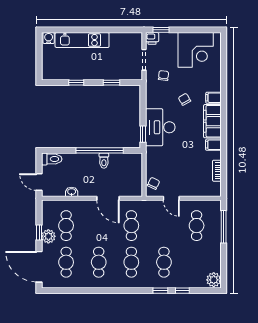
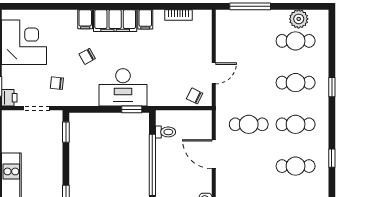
window: (112, 83) -> (66, 132), moved
toilet: (104, 161) -> (166, 132), moved
door: (108, 198) -> (214, 154), swing flipped
cafe table: (197, 226) -> (296, 41), moved
plant: (214, 280) -> (299, 19), moved
window: (182, 291) -> (332, 158), moved

